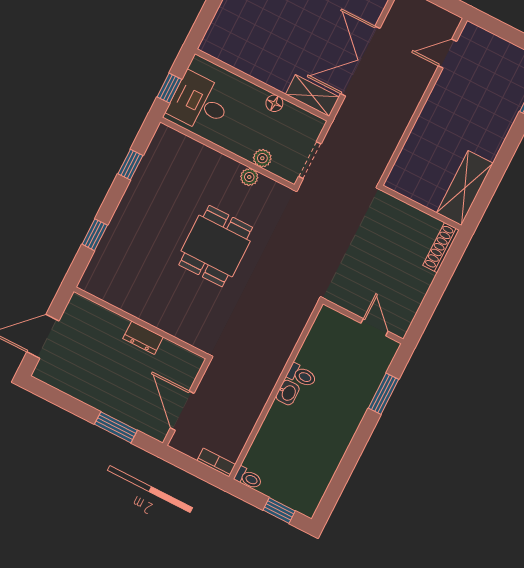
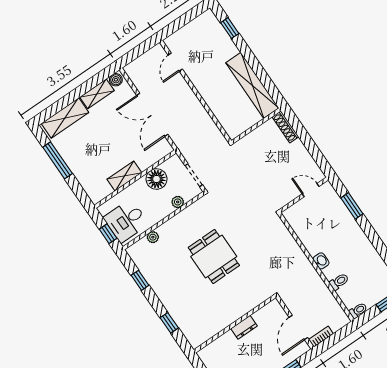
shelving: (312, 96) -> (124, 176), moved
floor lamp: (274, 103) -> (156, 179), width x1.89, depth x1.89
plant: (249, 177) -> (153, 237), moved
shelving: (465, 188) -> (252, 85), width x1.47
toilet: (302, 375) -> (339, 282), moved
door: (182, 411) -> (298, 328), hinge flipped
bookcase: (216, 462) -> (321, 337), moved

